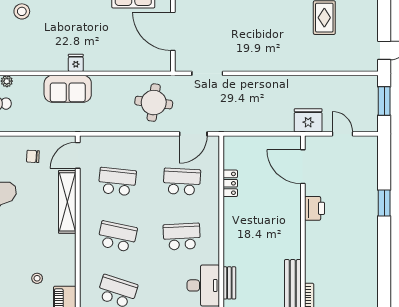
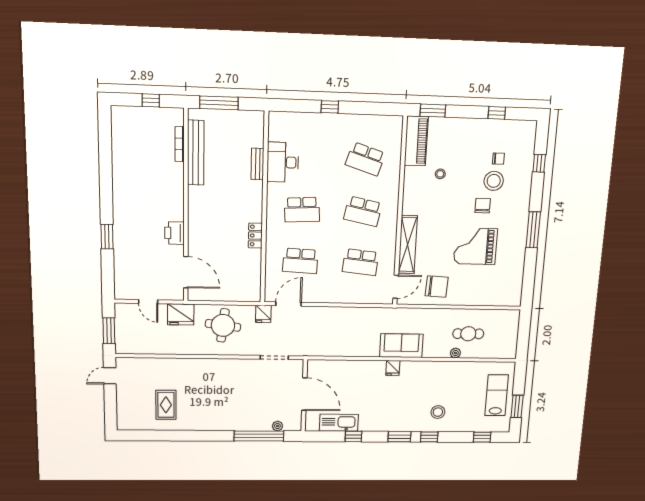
round table: (154, 103) -> (223, 325), moved
fridge: (220, 122) -> (263, 314), added
chair: (33, 156) -> (437, 286), width x1.87, depth x1.87
locker: (230, 183) -> (255, 236), moved

